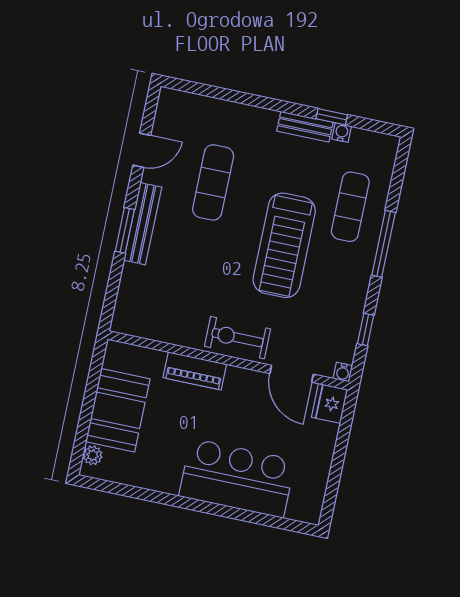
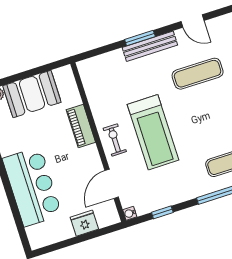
treadmill: (284, 245) -> (153, 132), moved, turned -90
exercise bike: (237, 338) -> (115, 140), width x0.73, depth x0.72
fridge: (330, 403) -> (84, 223), moved

